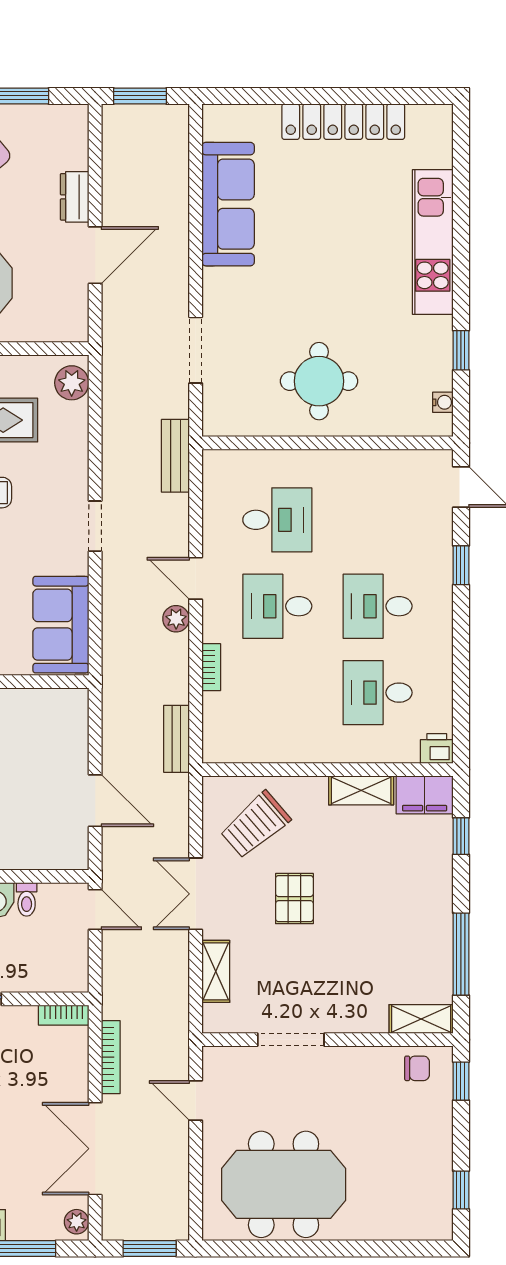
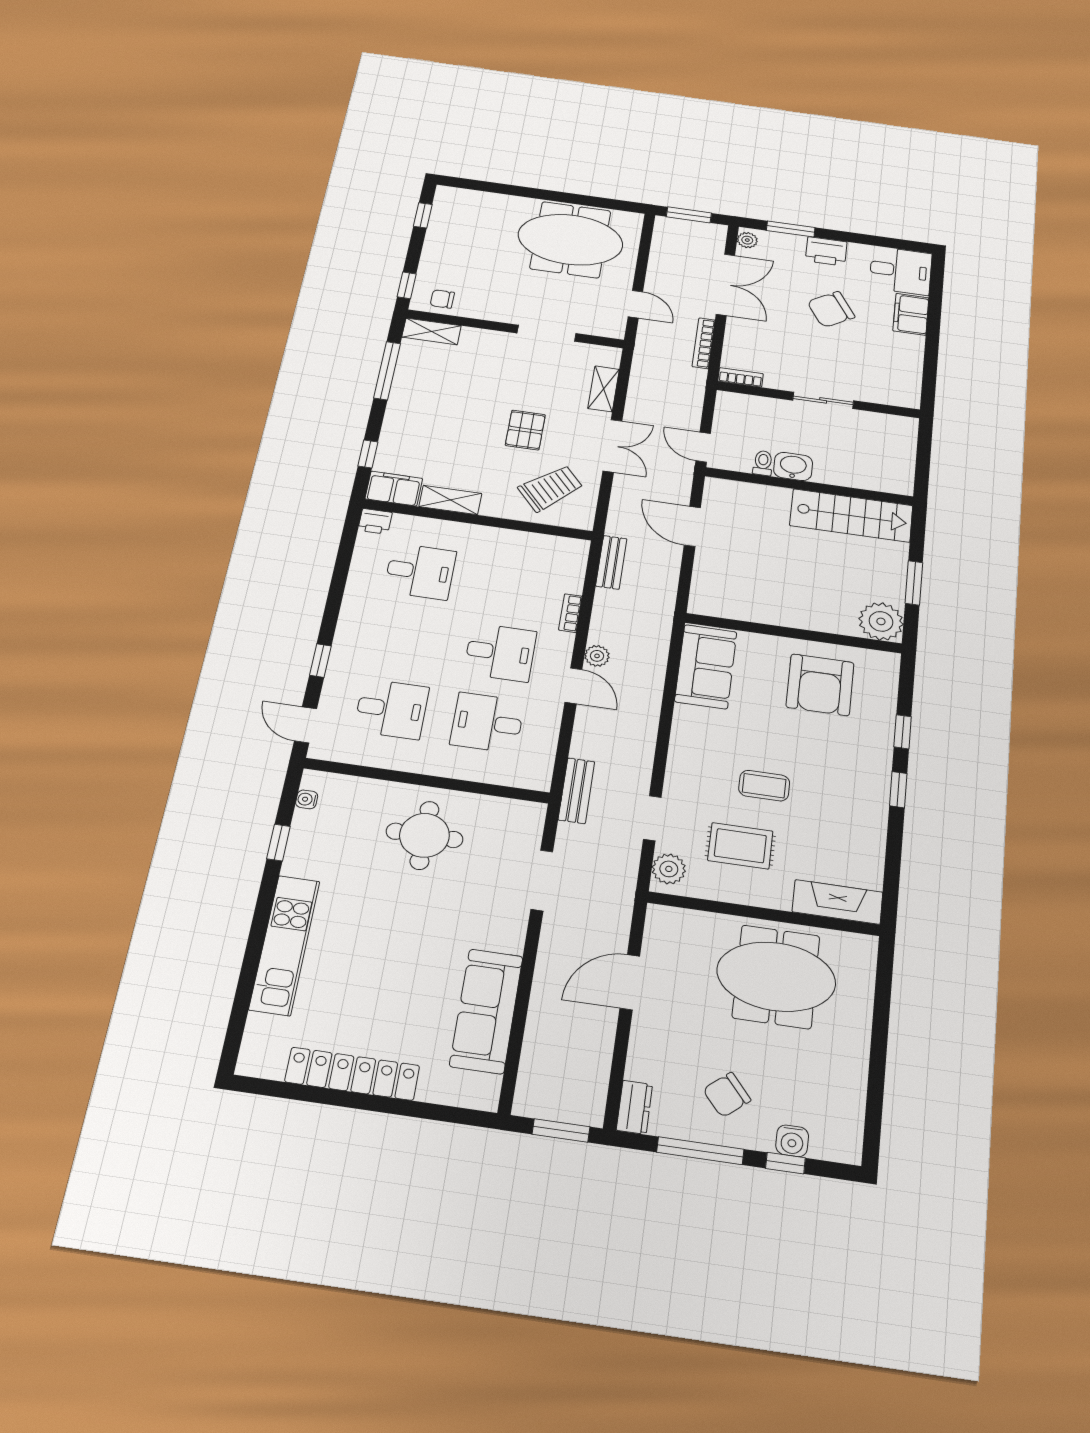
dresser: (75, 197) -> (634, 1107), moved
doorway: (95, 526) -> (652, 818), moved
desk: (378, 606) -> (391, 709), moved

